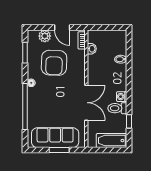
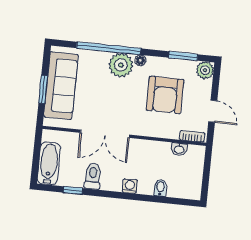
door: (62, 28) -> (213, 111), swing flipped
plant: (45, 36) -> (205, 70), moved
armchair: (54, 63) -> (165, 95), turned -92
plant: (36, 96) -> (121, 65), added
washing machine: (122, 97) -> (130, 186), moved

